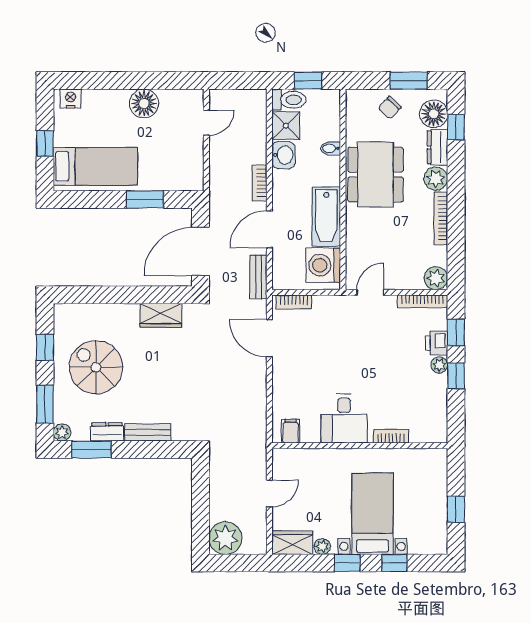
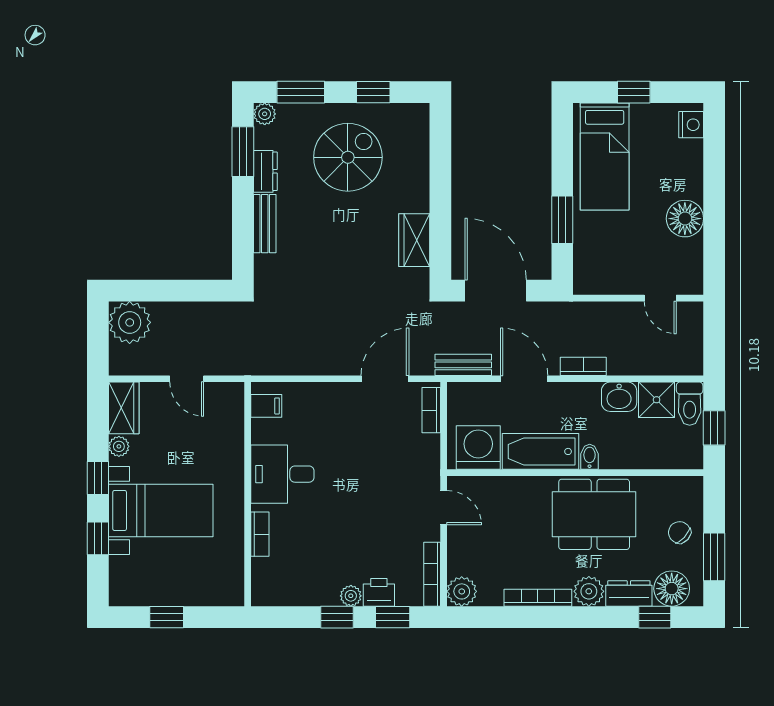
bidet: (330, 148) -> (590, 457), moved

